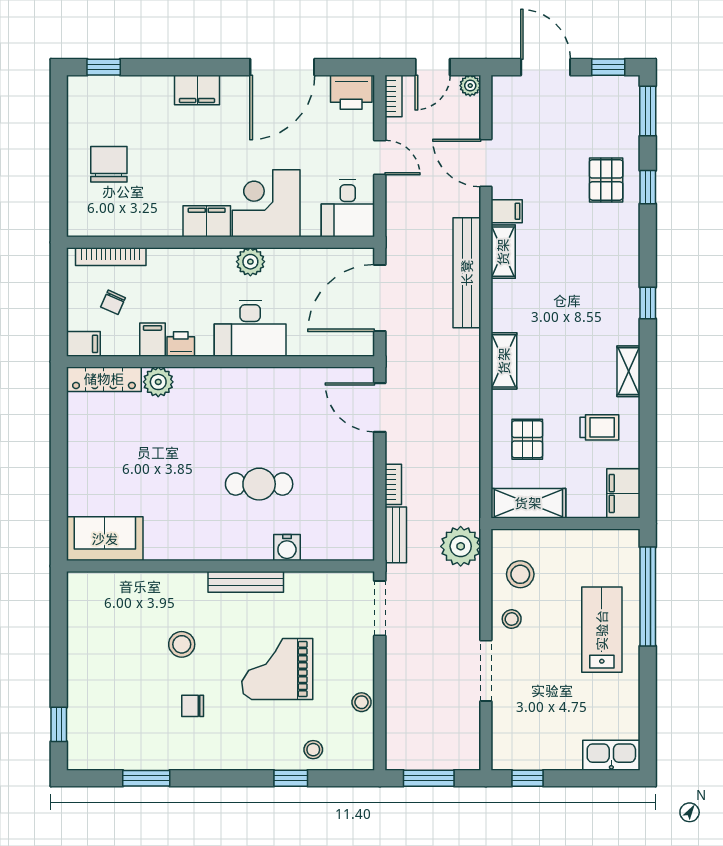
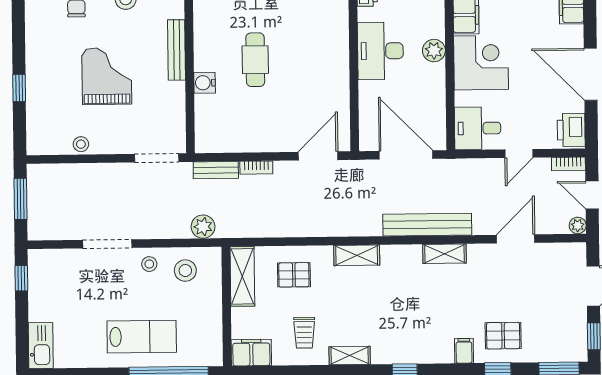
filing cabinet: (507, 211) -> (464, 351), moved, turned 180
plant: (461, 546) -> (203, 227), width x0.73, depth x0.73
stool: (313, 750) -> (42, 106), removed

